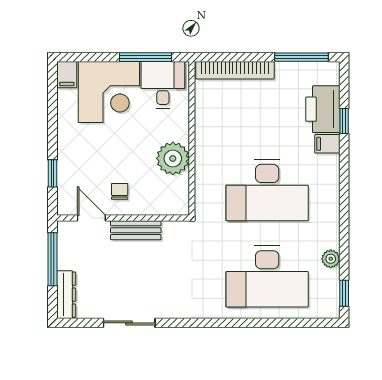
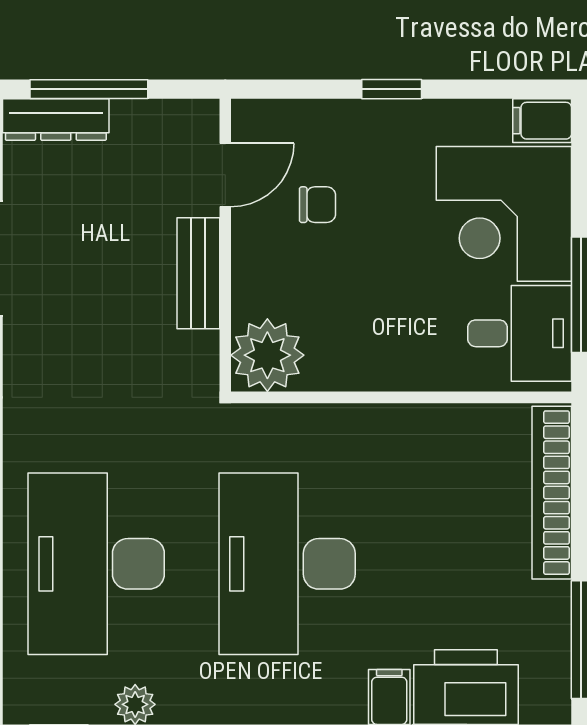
plant: (173, 158) -> (267, 355), moved
window: (53, 173) -> (392, 89), moved
chair: (120, 191) -> (318, 205), moved
window: (53, 259) -> (89, 89), moved

